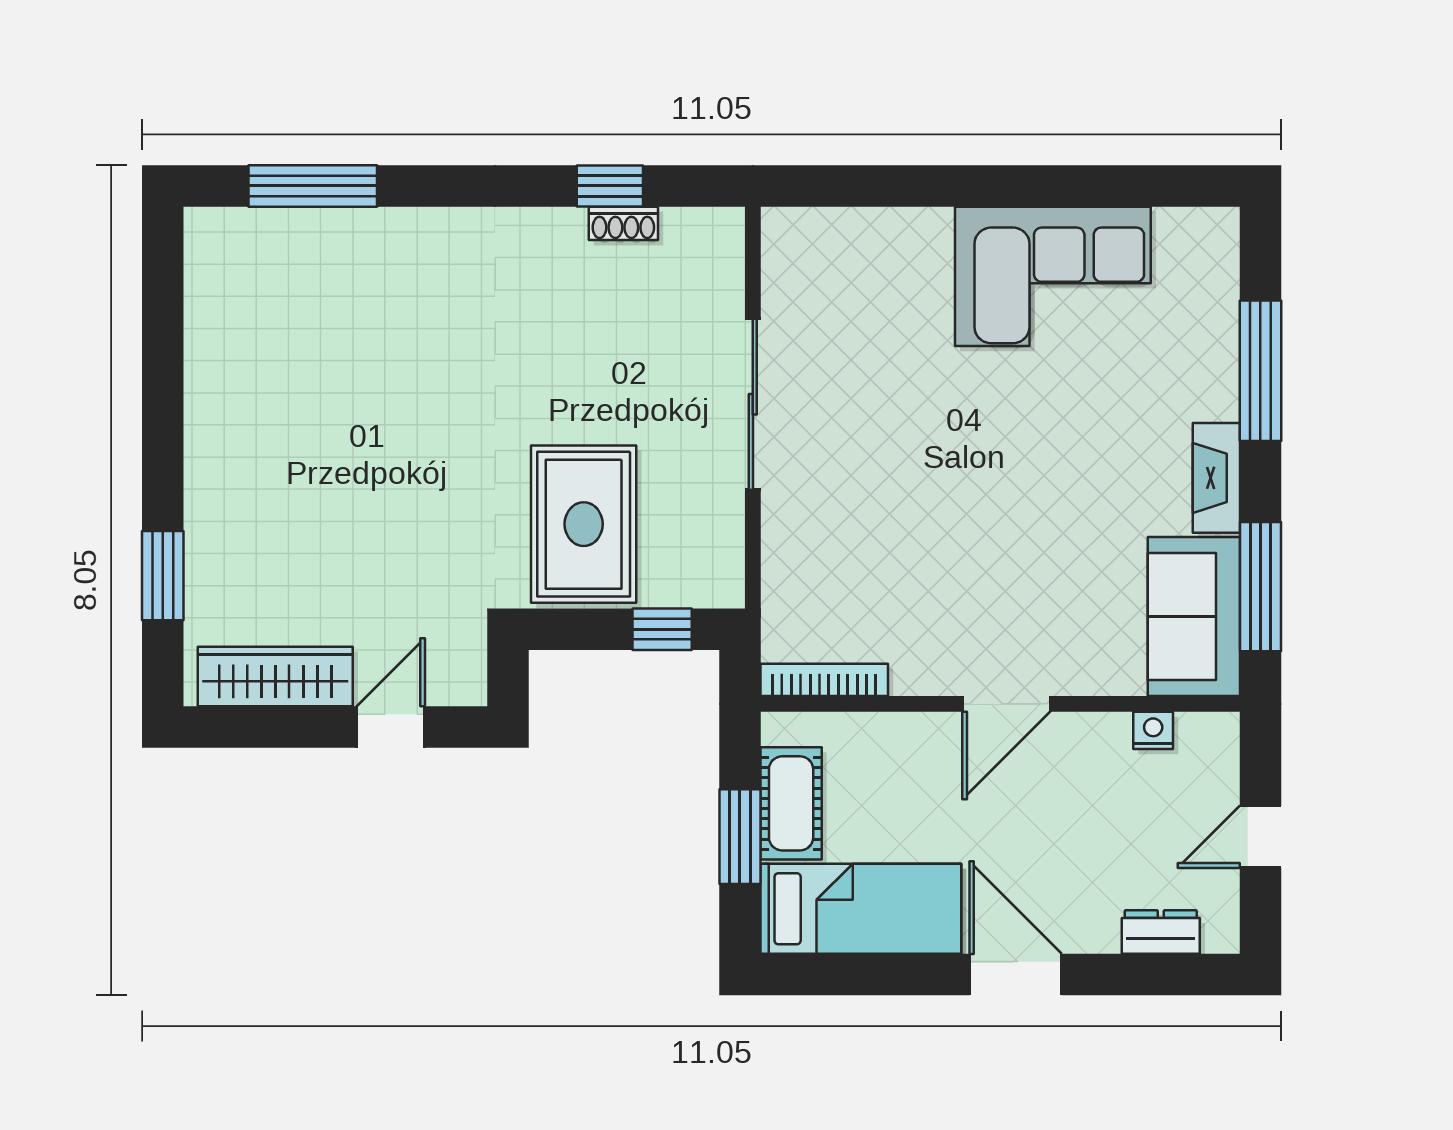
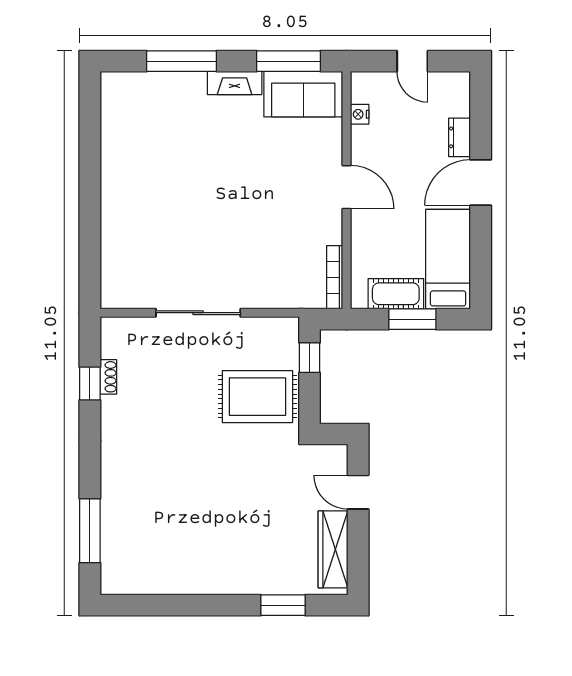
corner sofa: (1053, 276) -> (135, 164), removed
dresser: (1161, 932) -> (460, 137), moved

